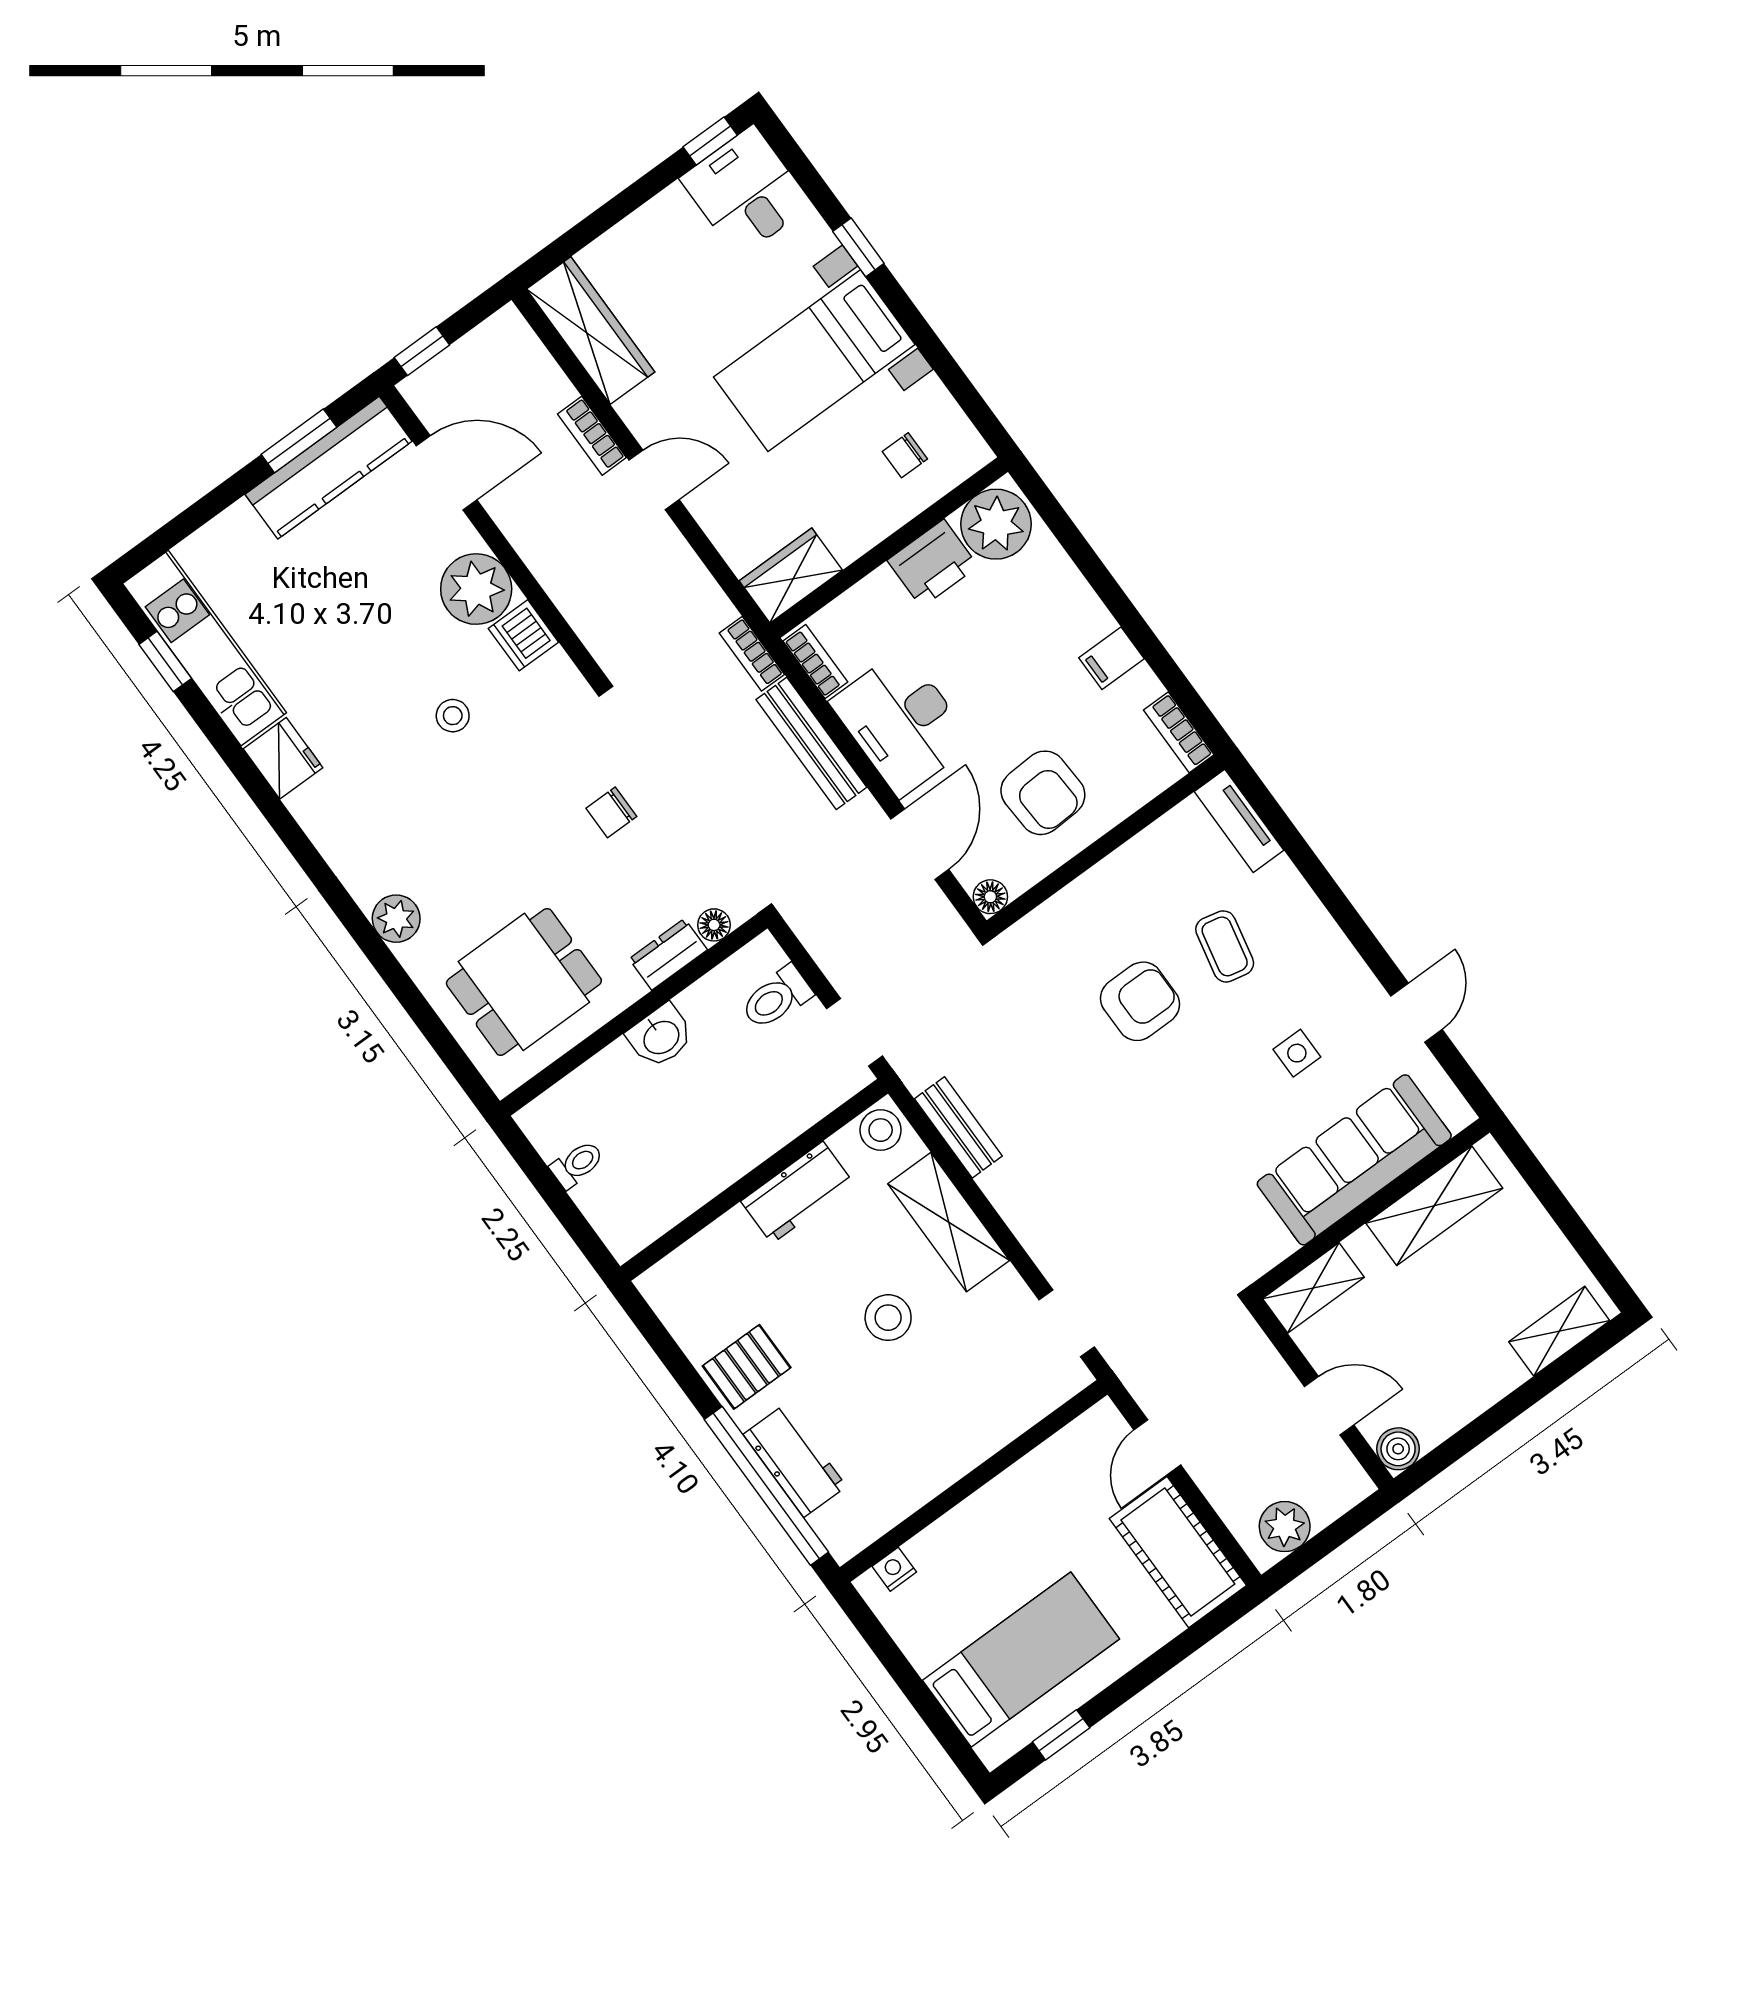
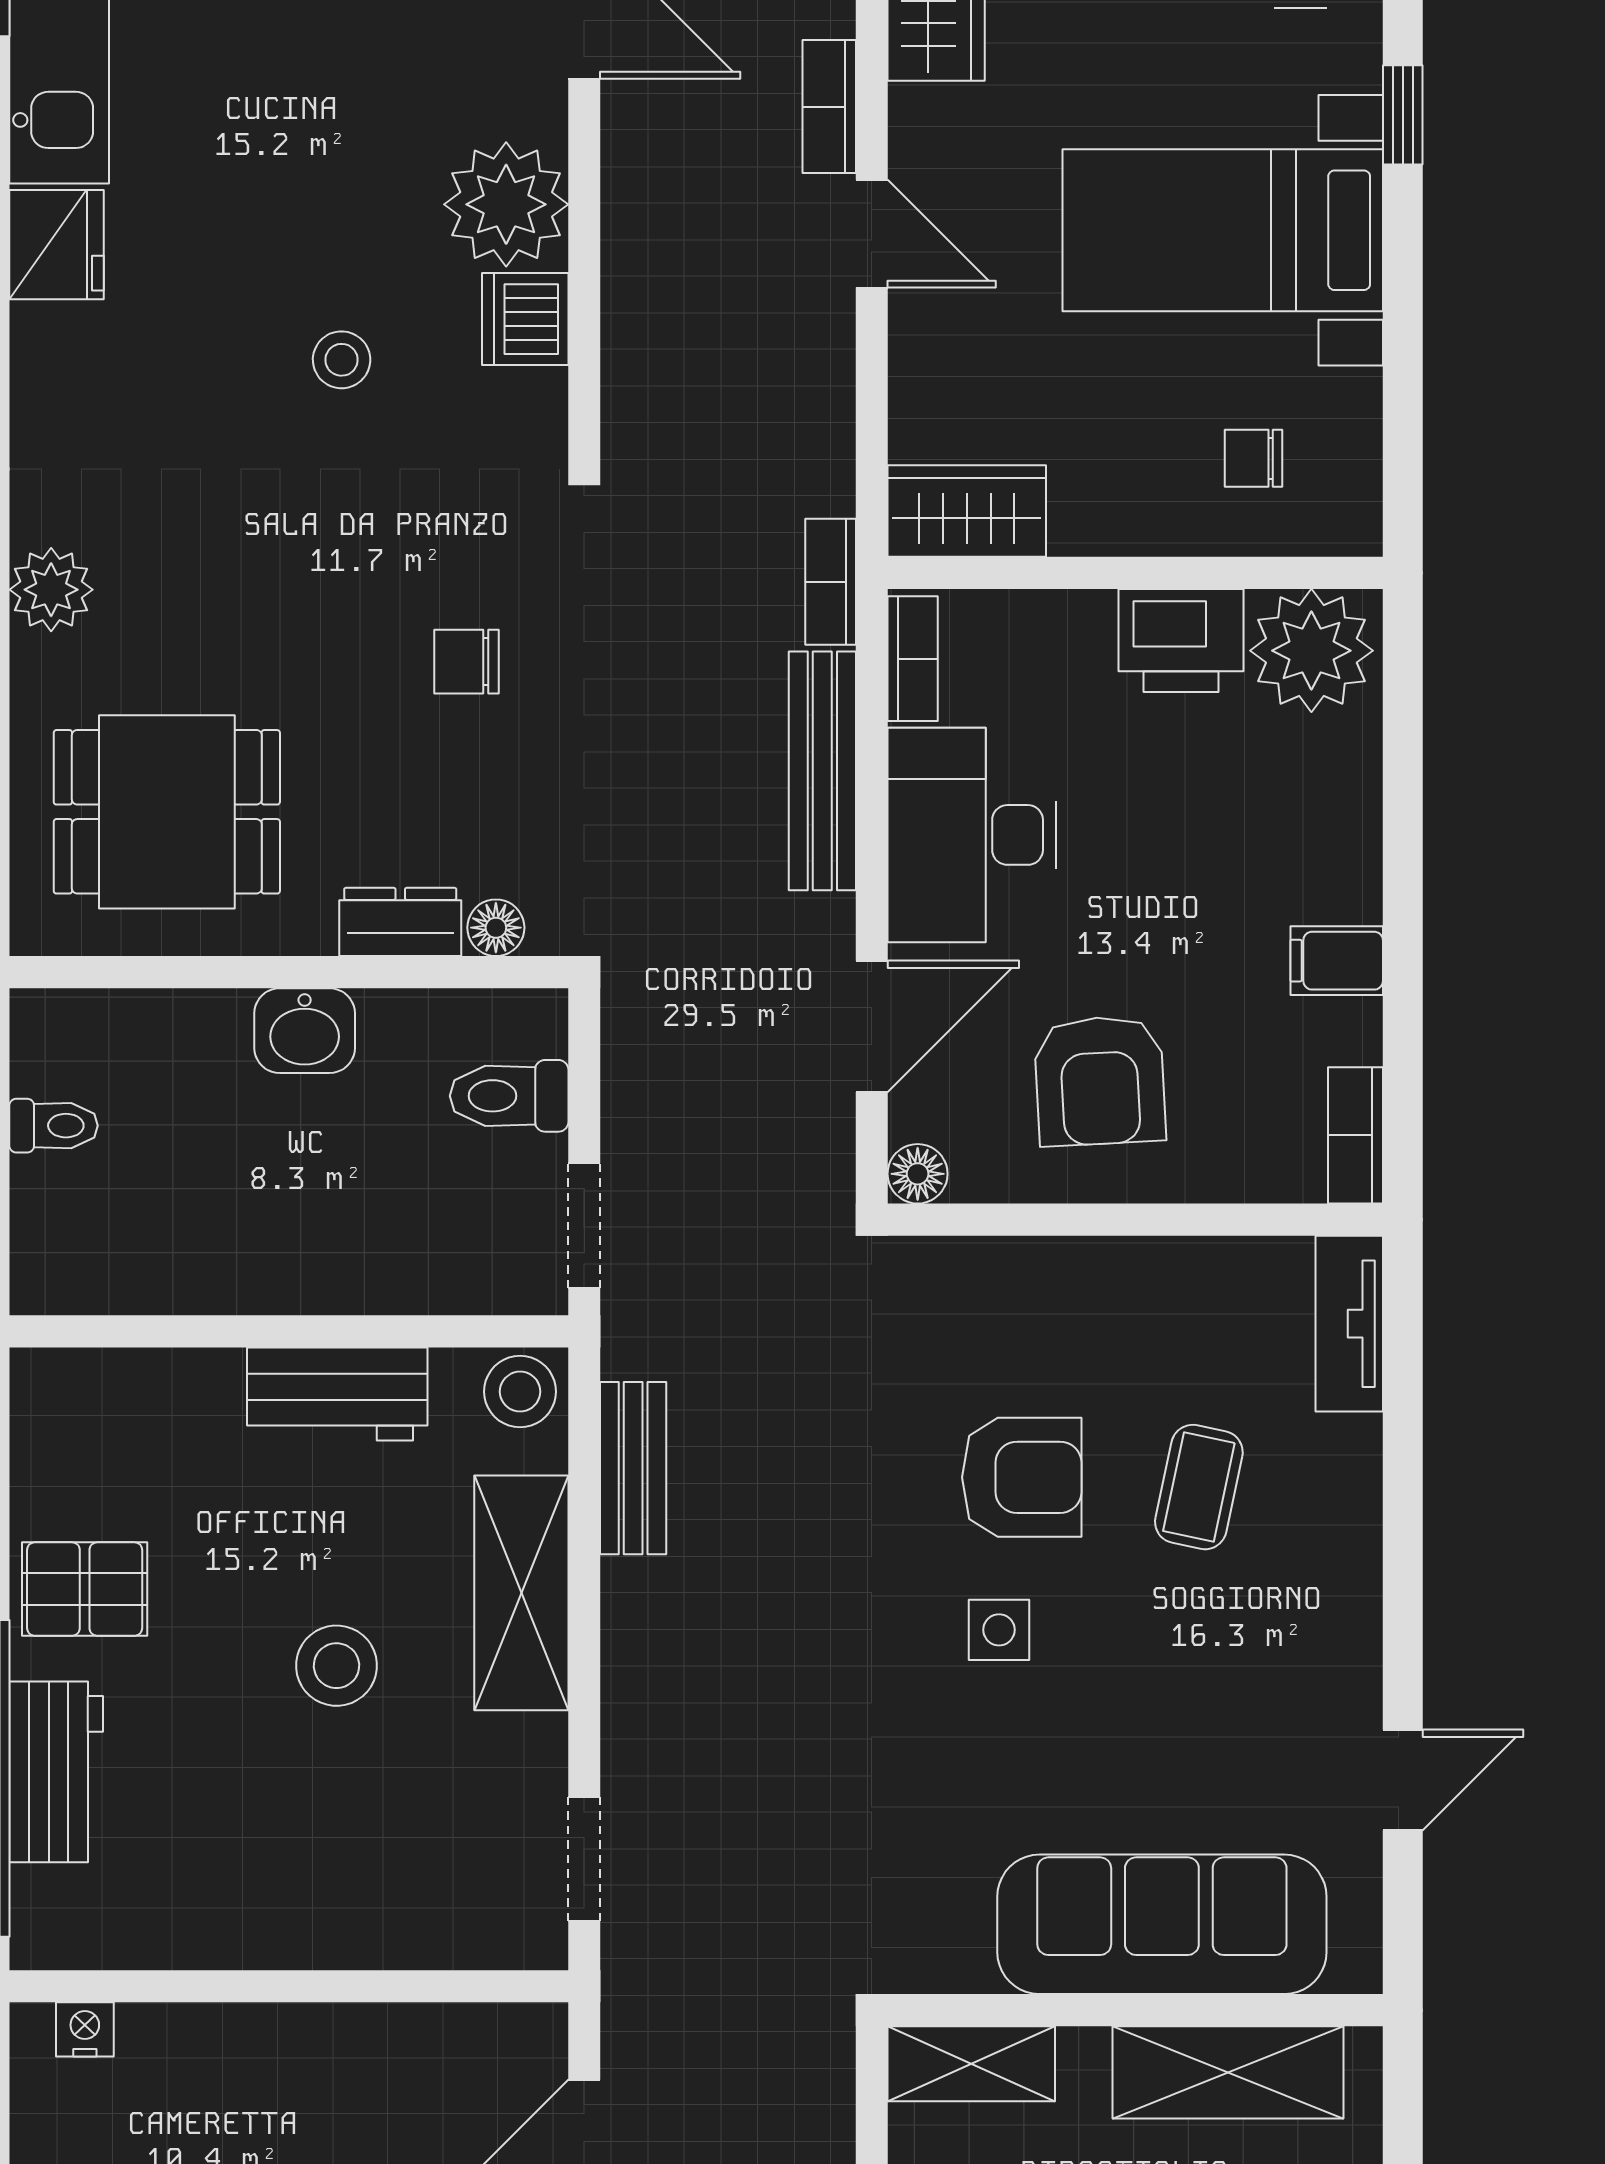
side table: (1297, 1053) -> (999, 1630), moved

